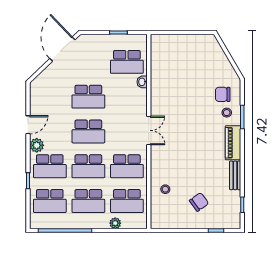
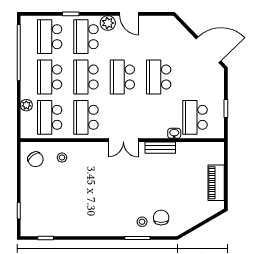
piano: (233, 143) -> (216, 183), moved, turned -90
bench: (235, 175) -> (160, 148), moved
chair: (199, 202) -> (36, 159), moved

